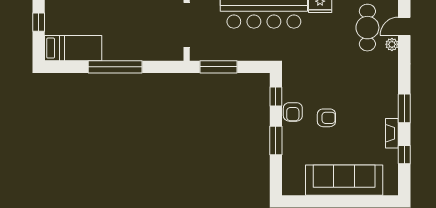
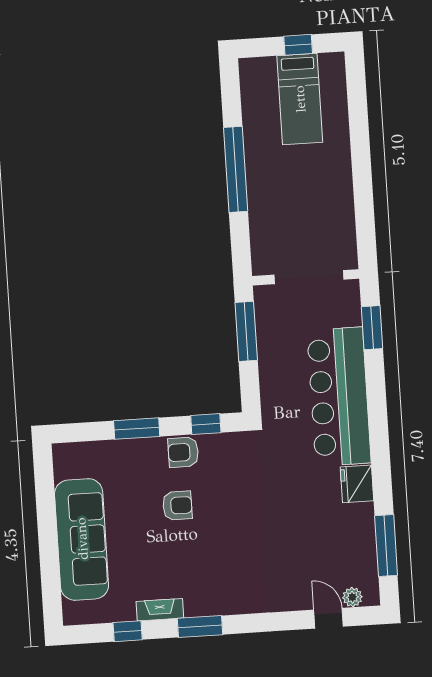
cafe table: (367, 28) -> (323, 561), removed
plant: (392, 44) -> (352, 597), moved
bed: (73, 48) -> (300, 99), moved
armchair: (326, 118) -> (177, 506), turned -90

